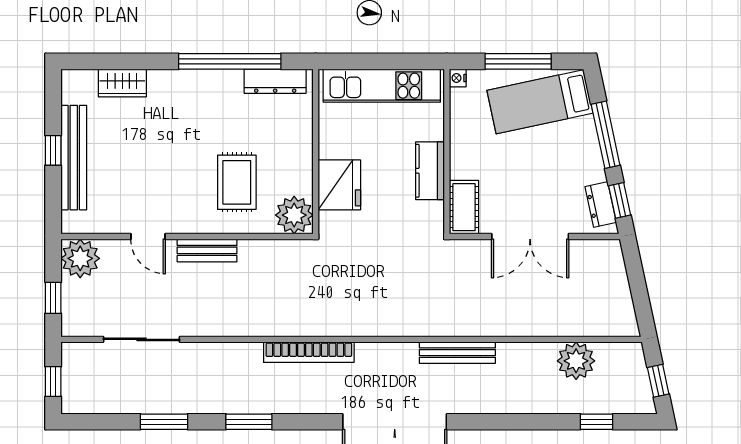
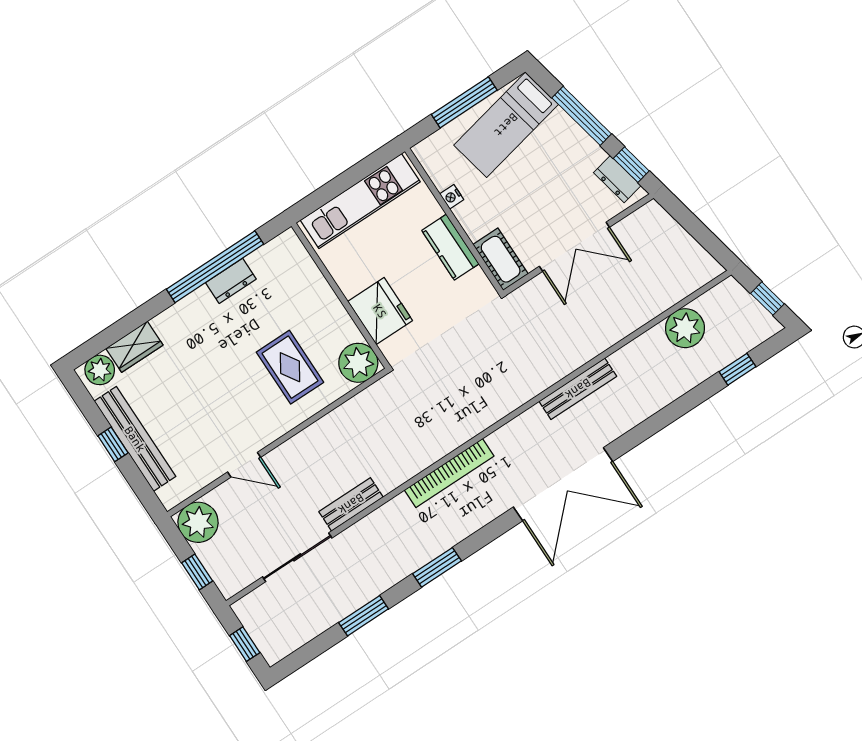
nightstand: (458, 78) -> (452, 197), moved
dresser: (275, 81) -> (231, 281), moved, width x0.70
plant: (82, 83) -> (100, 370), added
bench: (207, 250) -> (351, 504), moved

